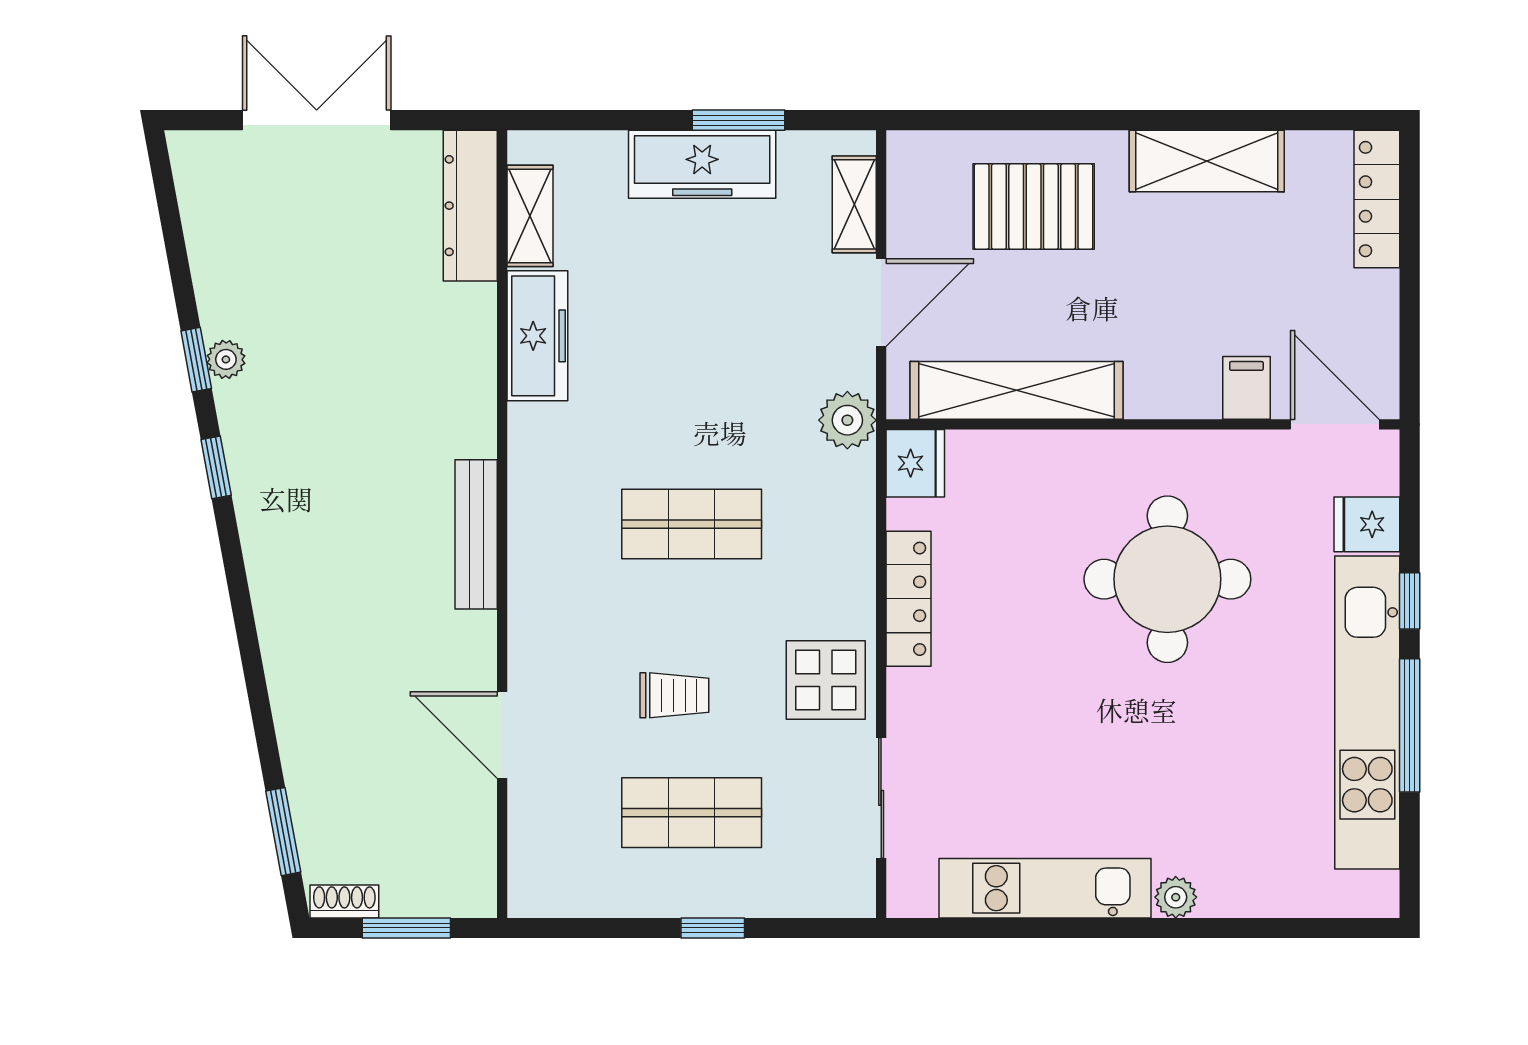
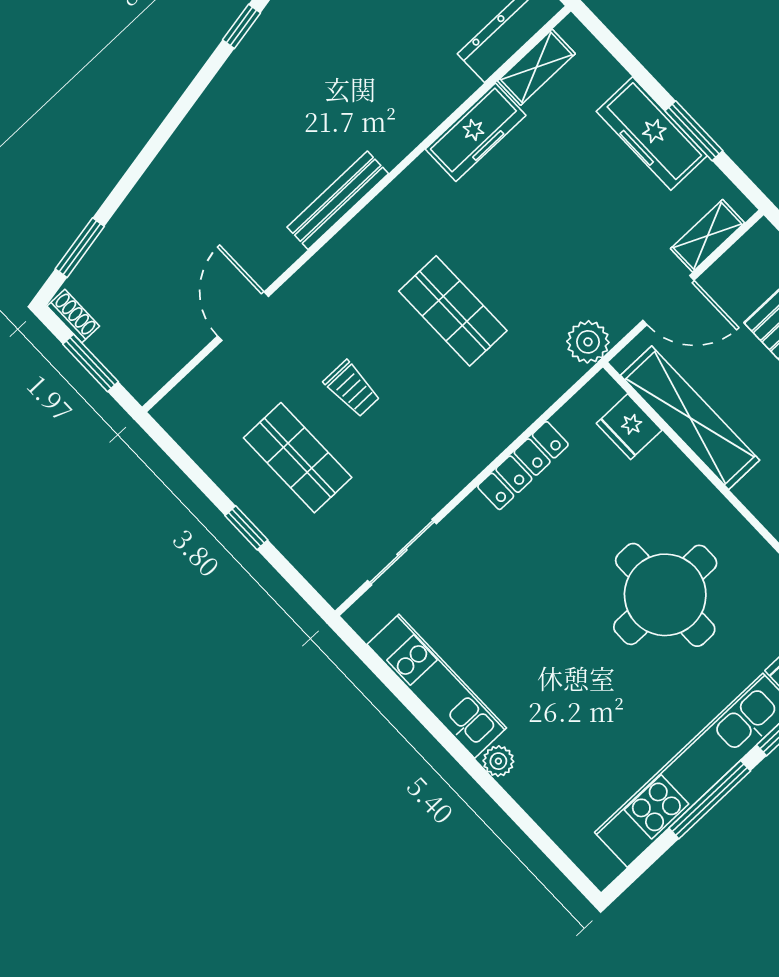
fridge: (915, 463) -> (629, 427), moved, turned 90
display table: (826, 680) -> (437, 462), removed

